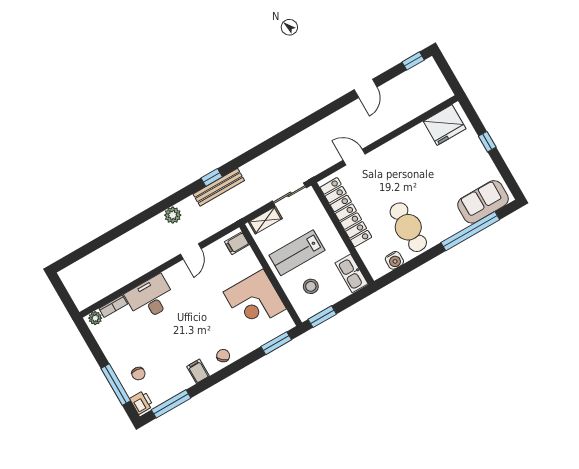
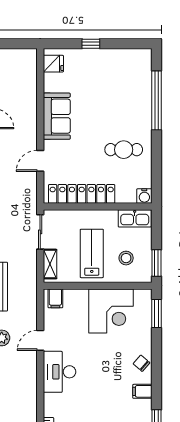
fridge: (445, 125) -> (53, 64), width x0.53, depth x0.75
sofa: (483, 202) -> (57, 116), moved, turned 180
cafe table: (408, 227) -> (124, 150), width x0.73, depth x0.74
door: (191, 251) -> (40, 340), swing flipped
lab bench: (297, 253) -> (92, 253), turned 180
water cooler: (394, 260) -> (144, 196), moved, turned 90
desk: (151, 298) -> (59, 372), moved

